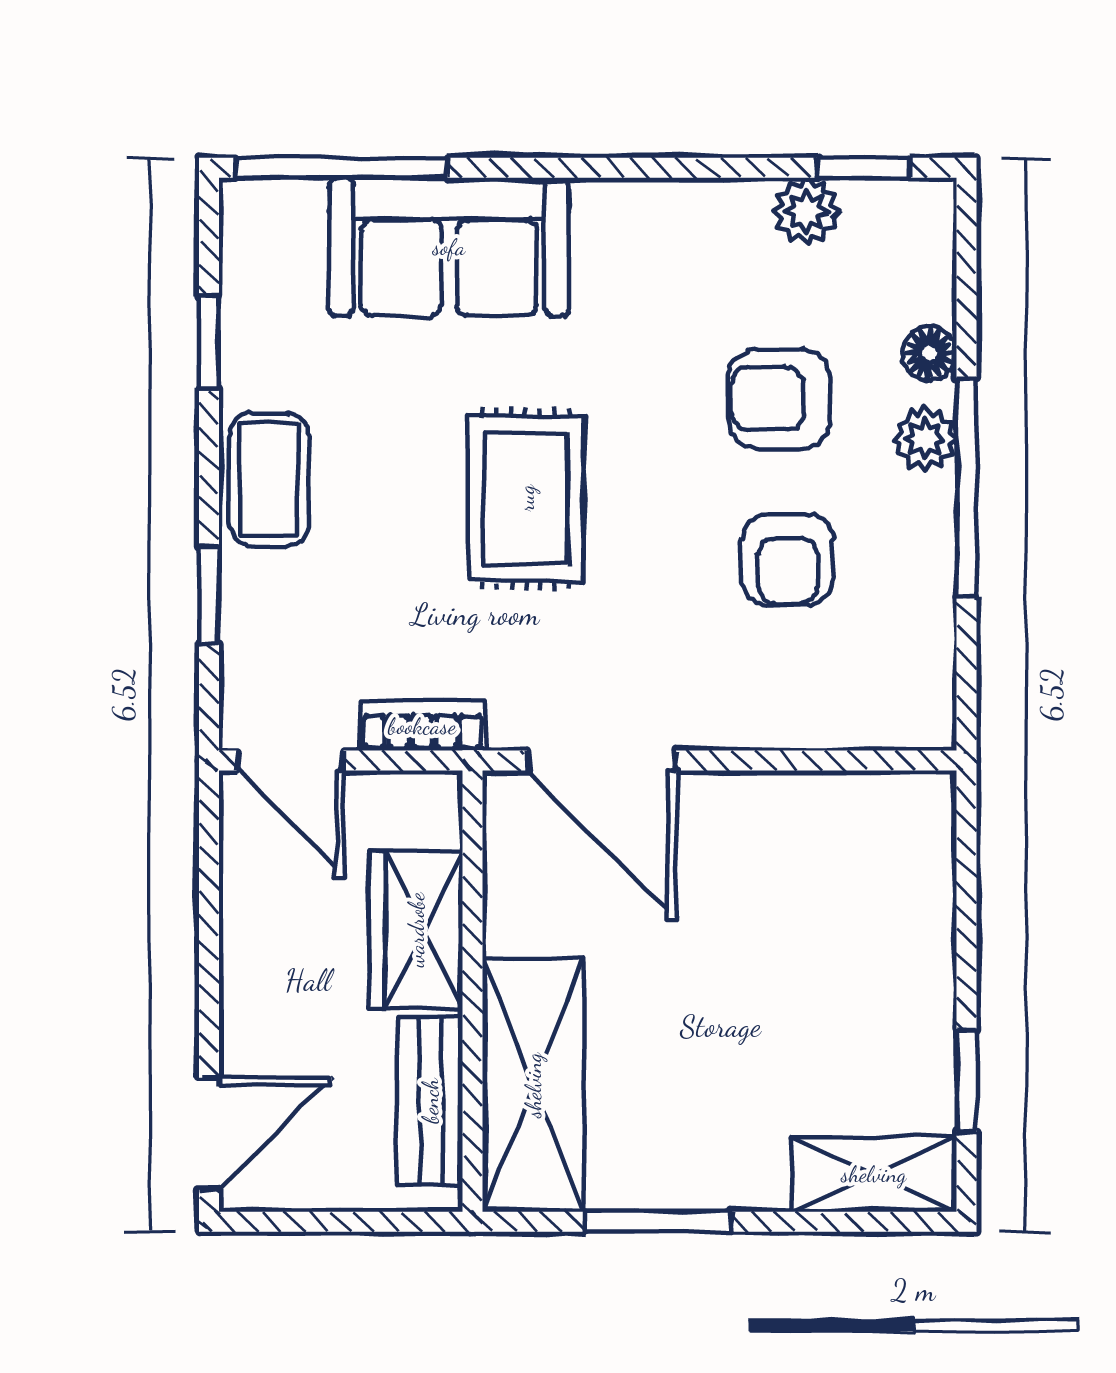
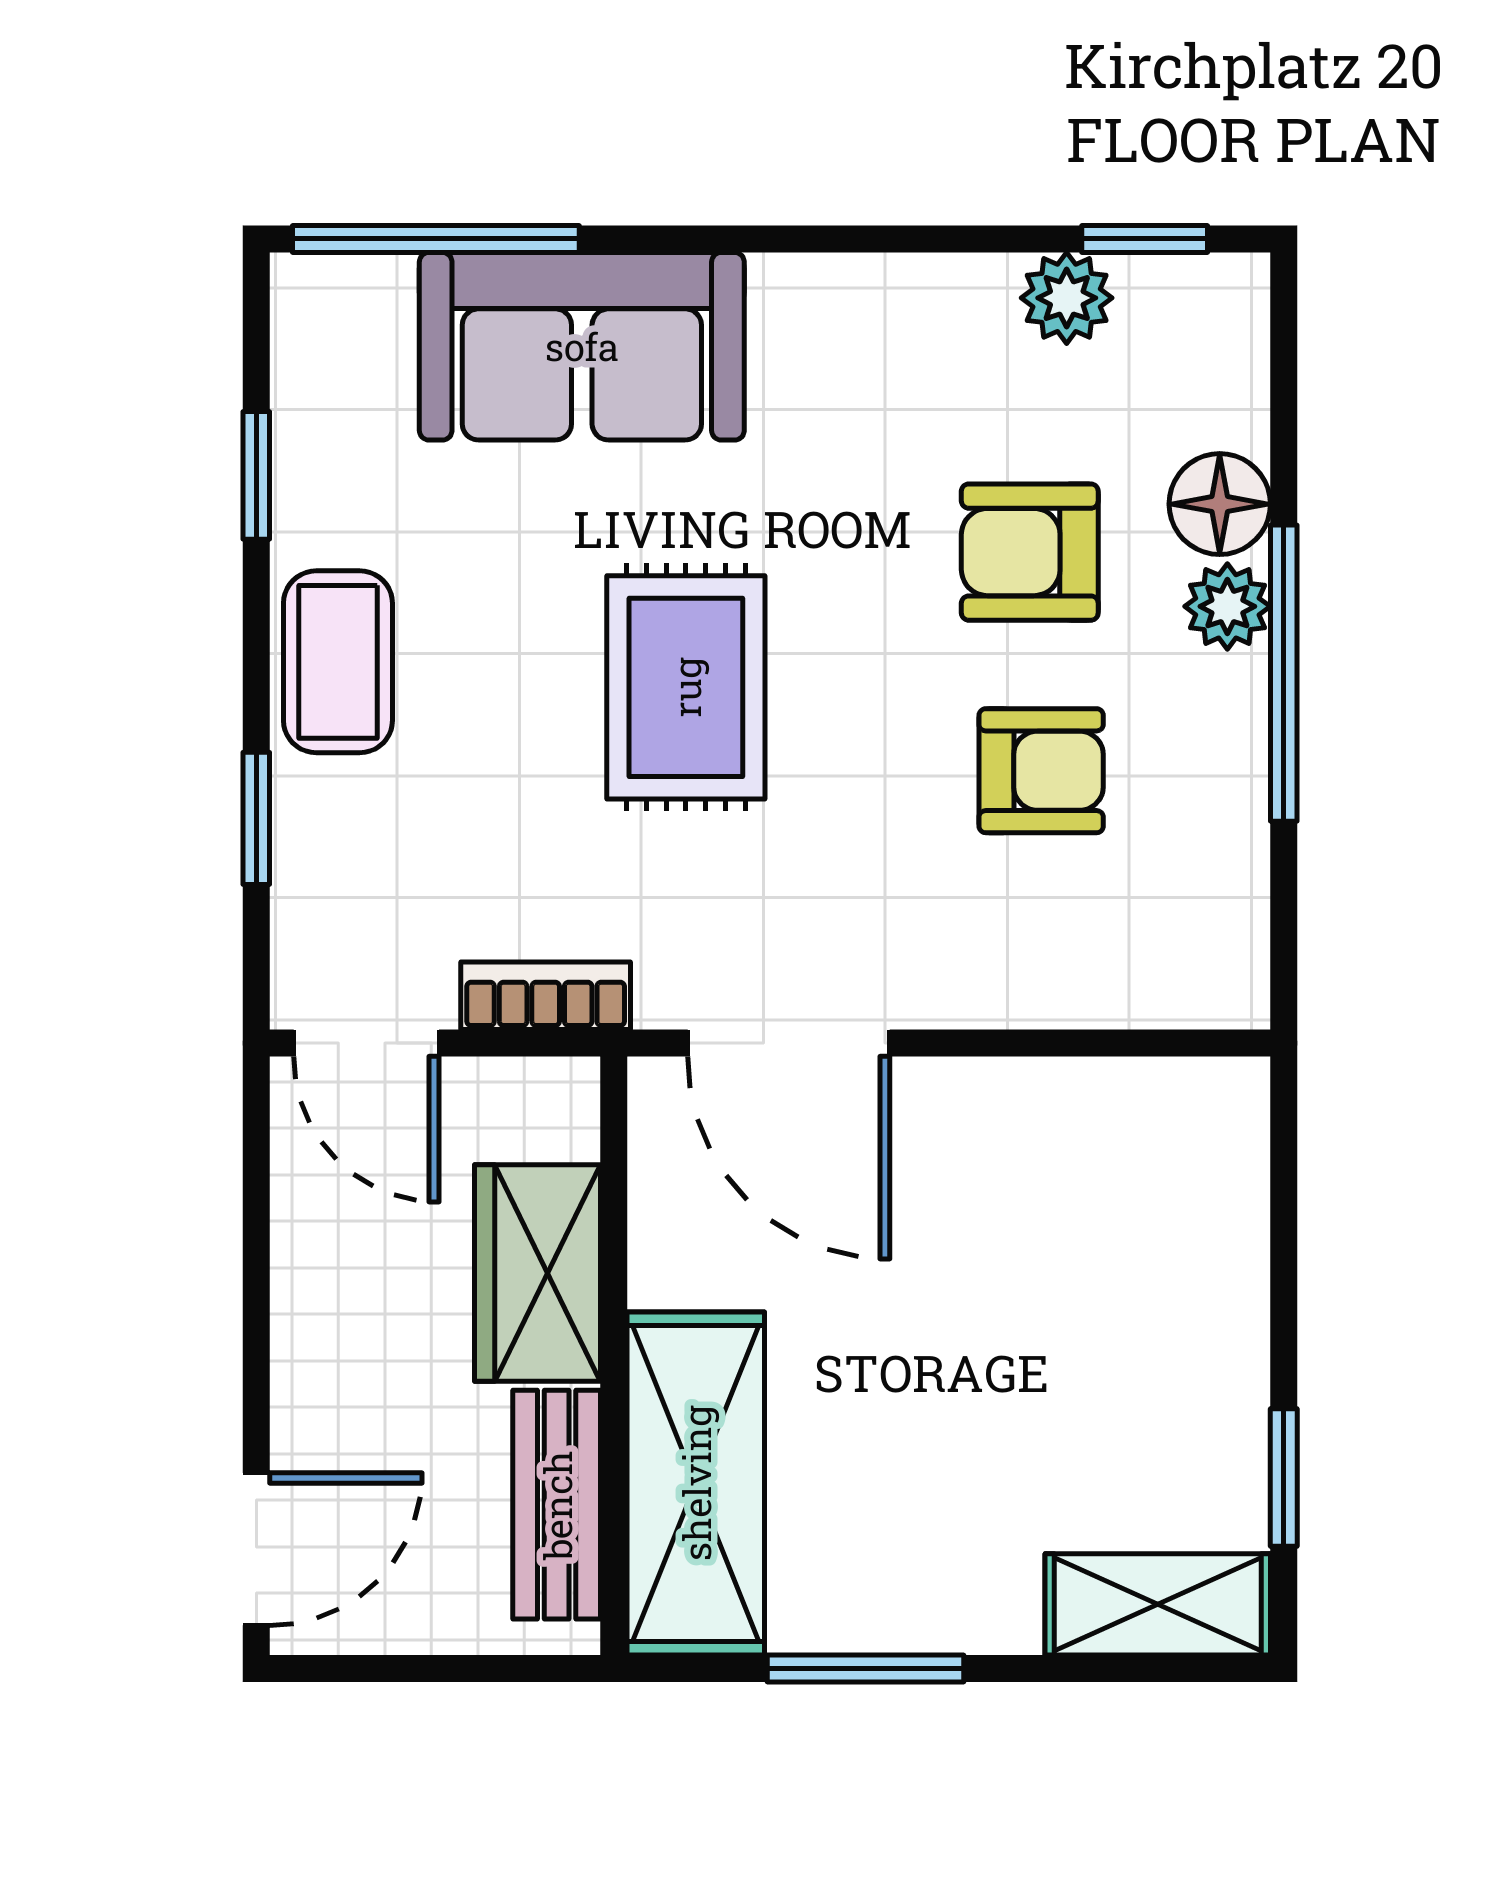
floor lamp: (929, 353) -> (1220, 504), width x1.37, depth x1.37
armchair: (788, 560) -> (1041, 771), turned -90

